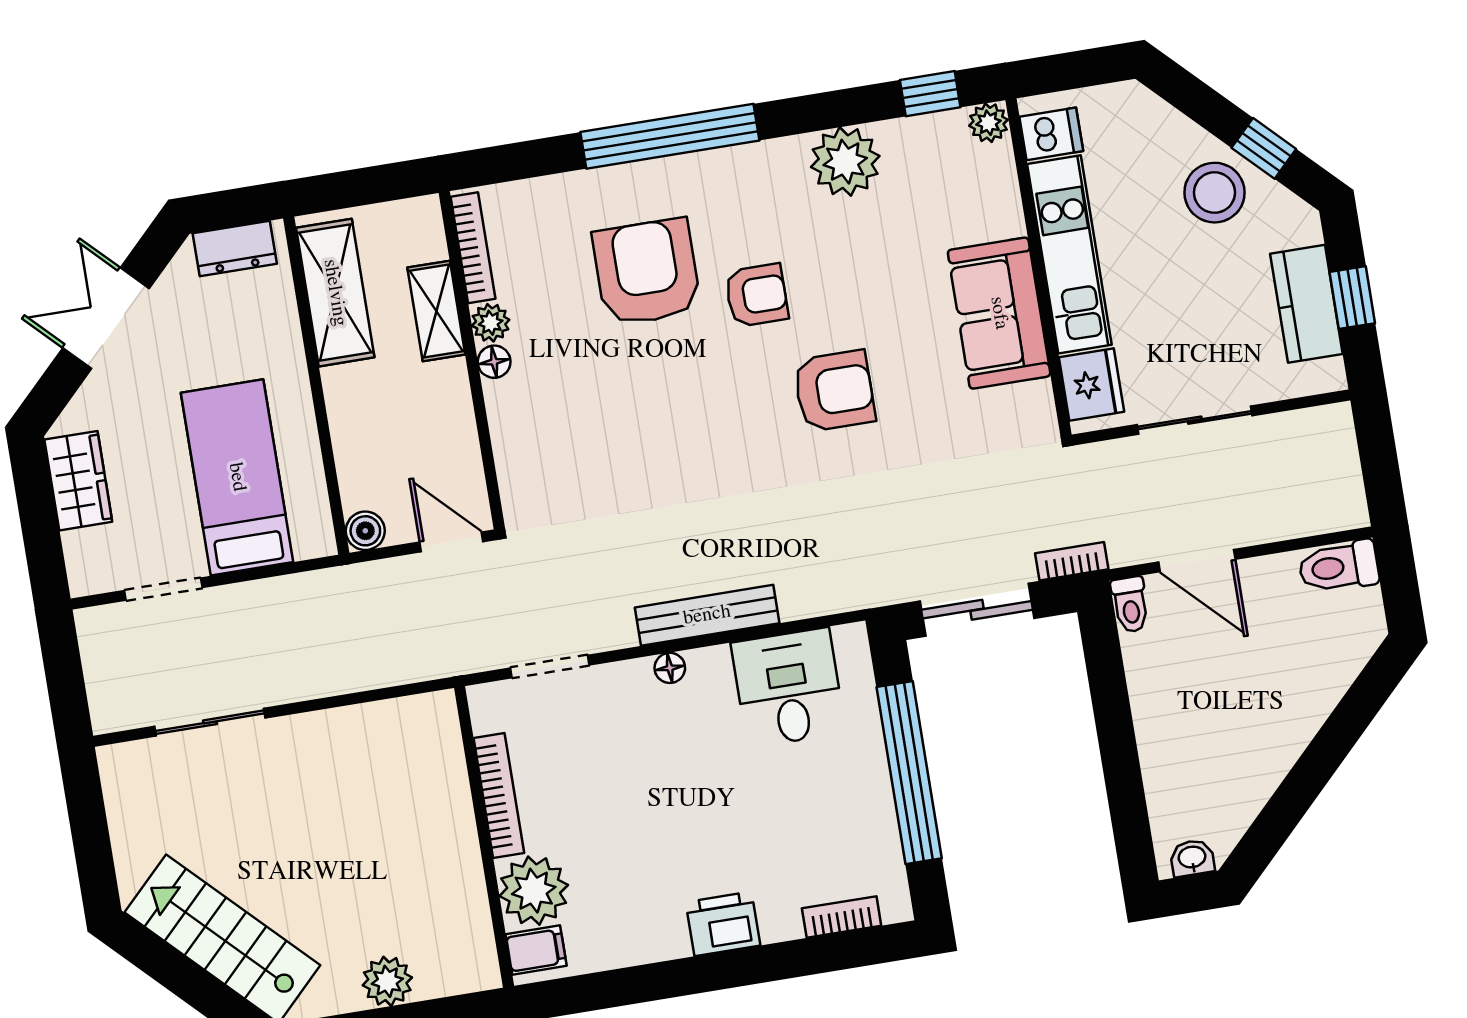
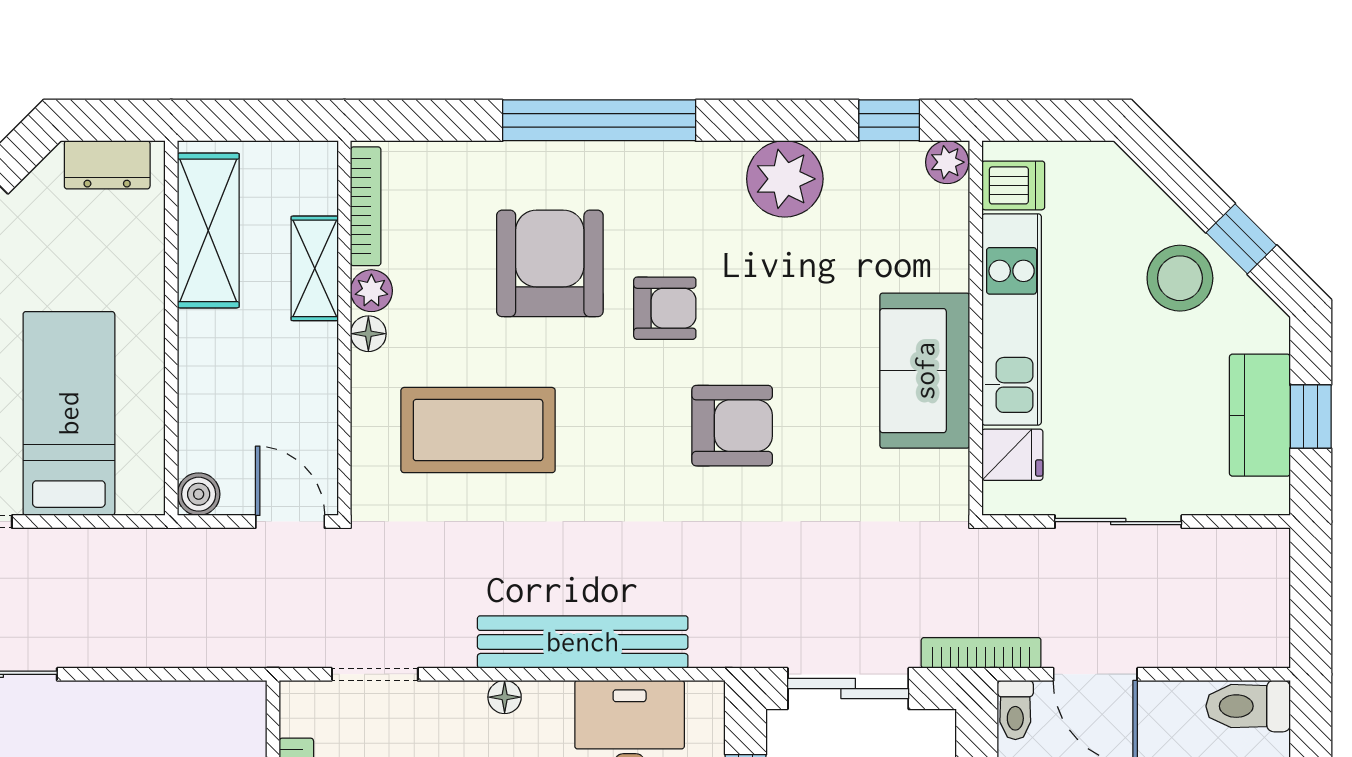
fridge: (1091, 385) -> (1012, 455), width x0.72
coffee table: (607, 432) -> (478, 430), added
bookcase: (1072, 561) -> (981, 653), width x1.56
bench: (707, 615) -> (583, 642), width x1.37, depth x1.21

